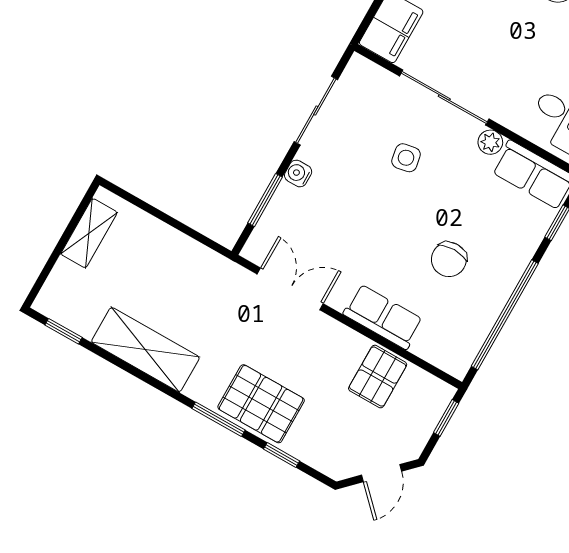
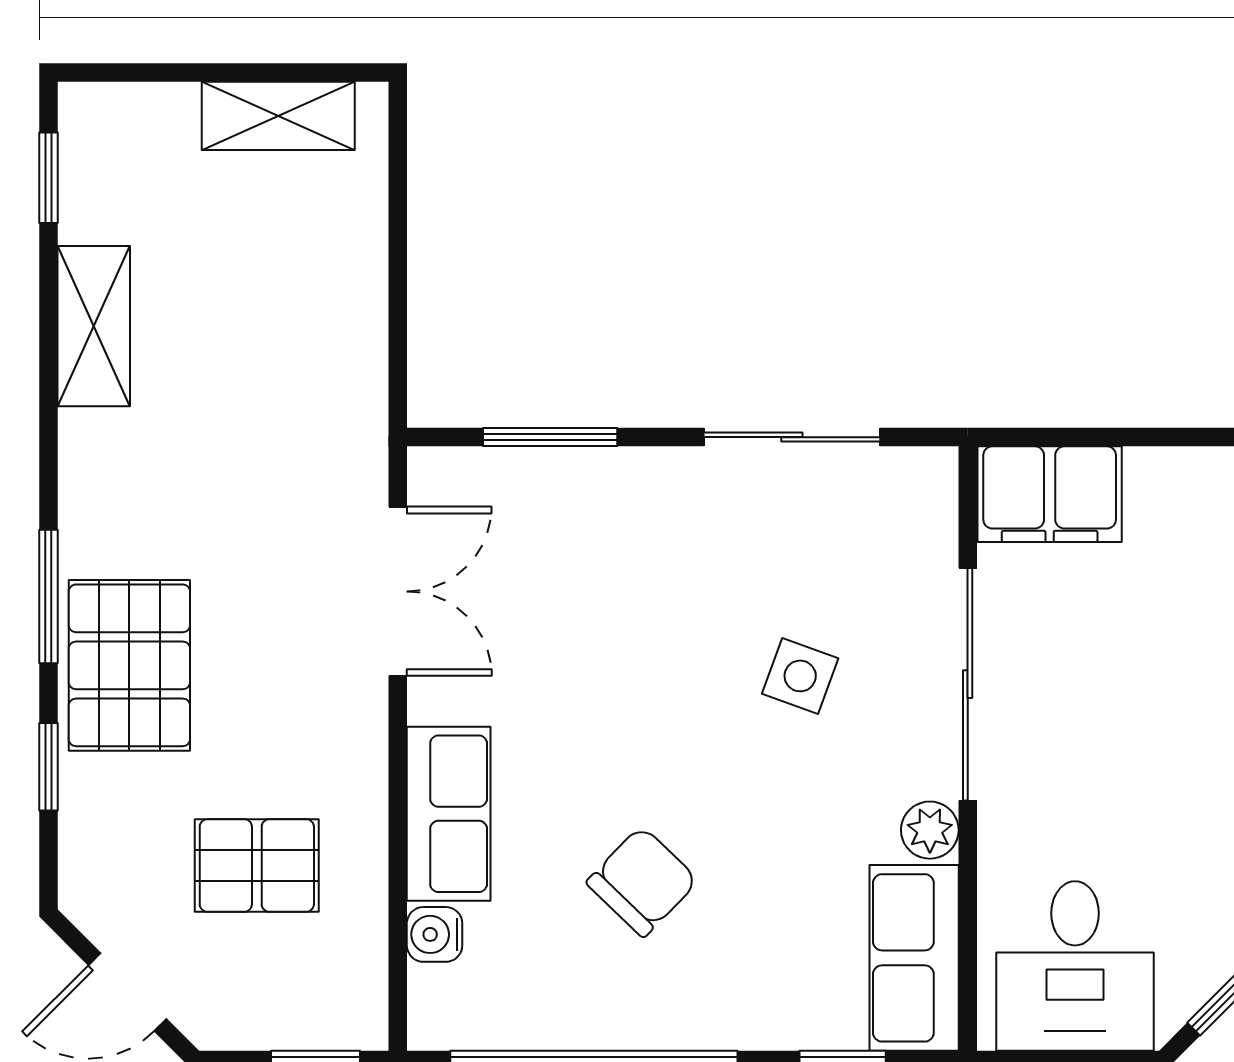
side table: (406, 158) -> (800, 676), turned 30
water cooler: (298, 173) -> (435, 934), moved, turned -90
chair: (449, 259) -> (642, 881), turned 134
shelving: (145, 350) -> (94, 326), width x0.67, depth x0.75
pallet: (378, 377) -> (257, 865), moved

